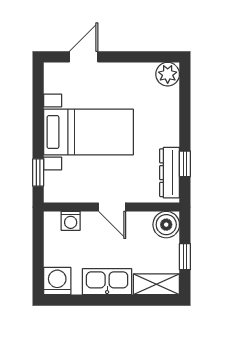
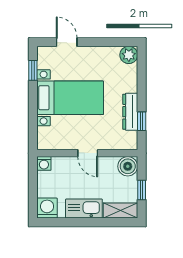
door: (84, 57) -> (67, 42), hinge flipped
window: (38, 172) -> (33, 70), moved
dresser: (170, 173) -> (130, 112), moved
washing machine: (71, 221) -> (44, 163), moved

